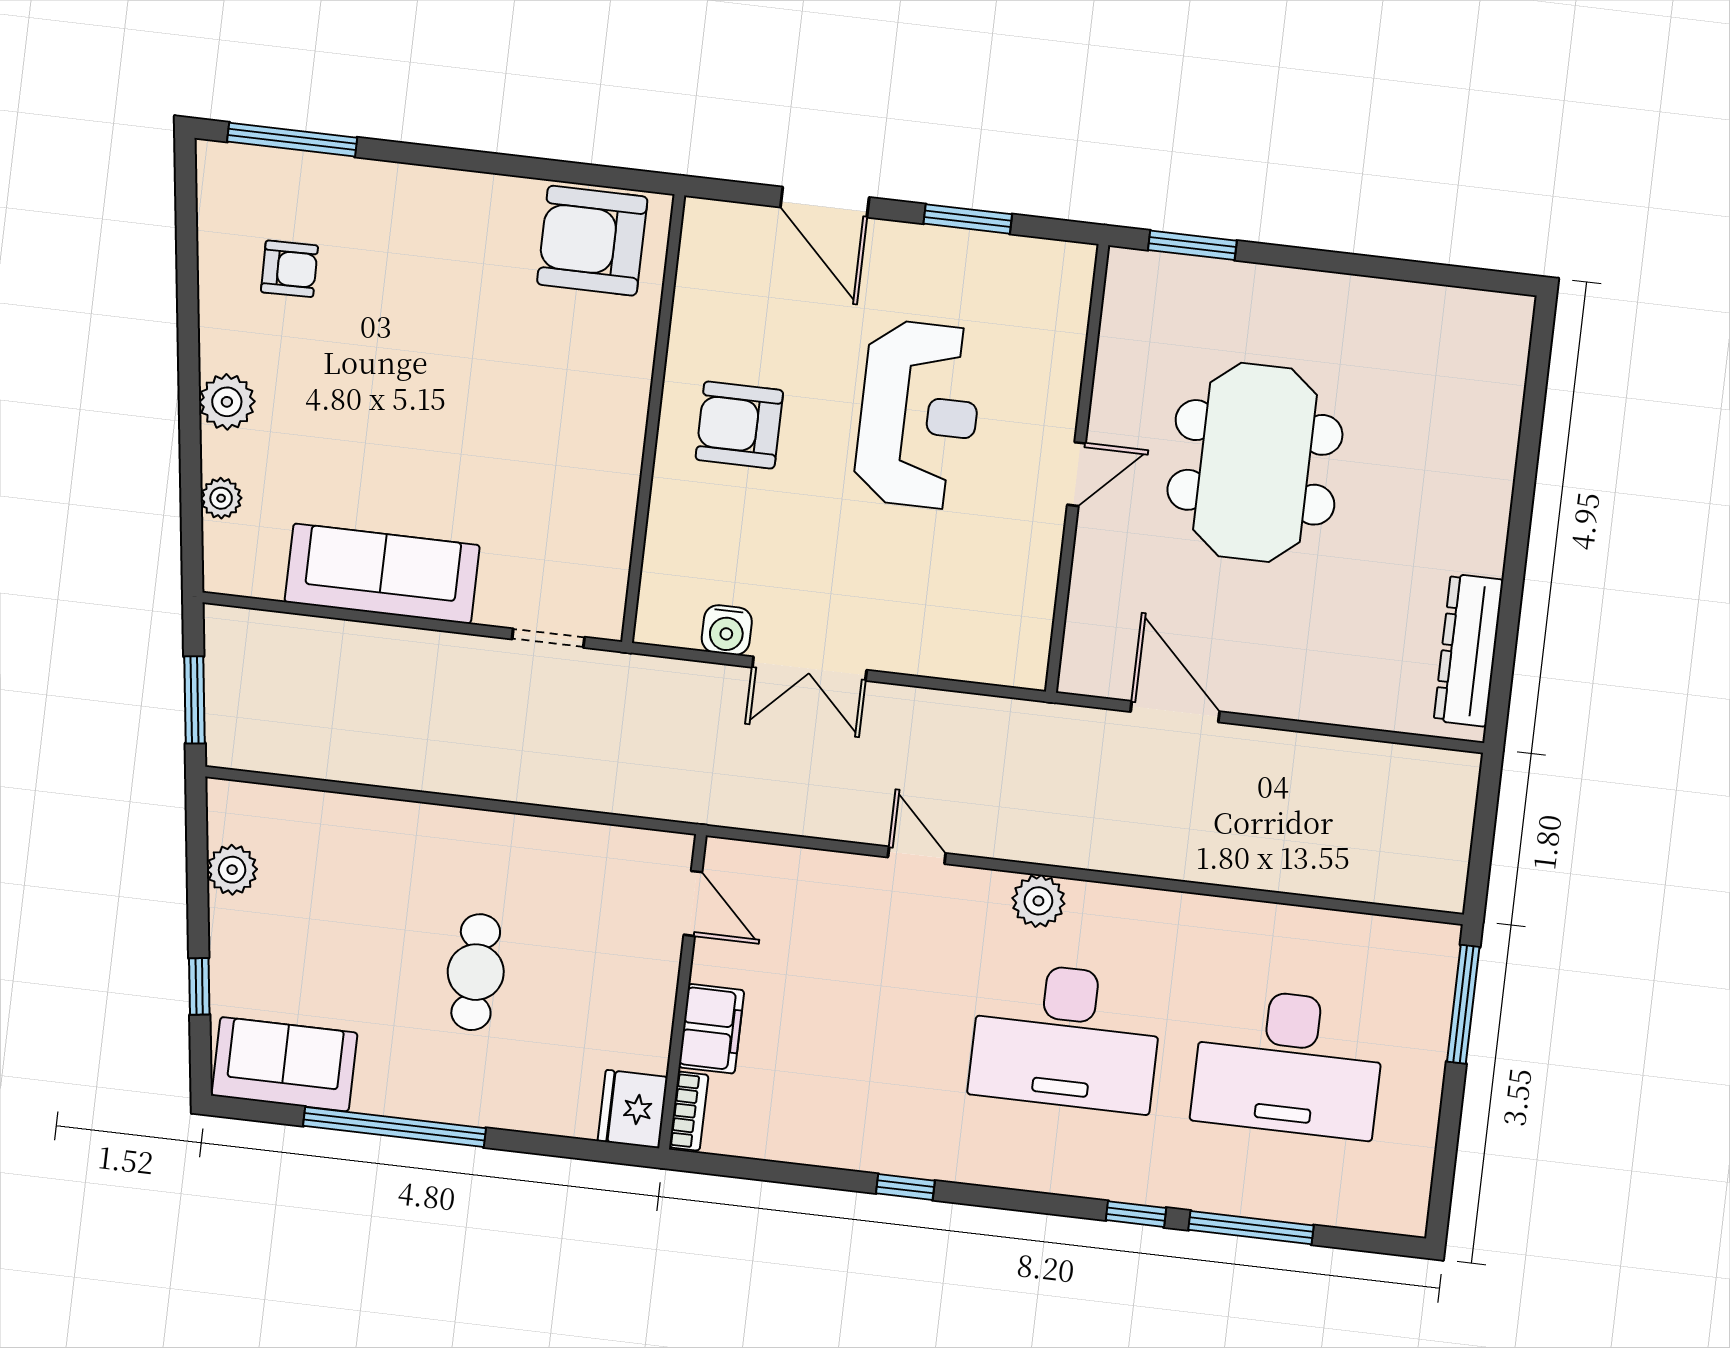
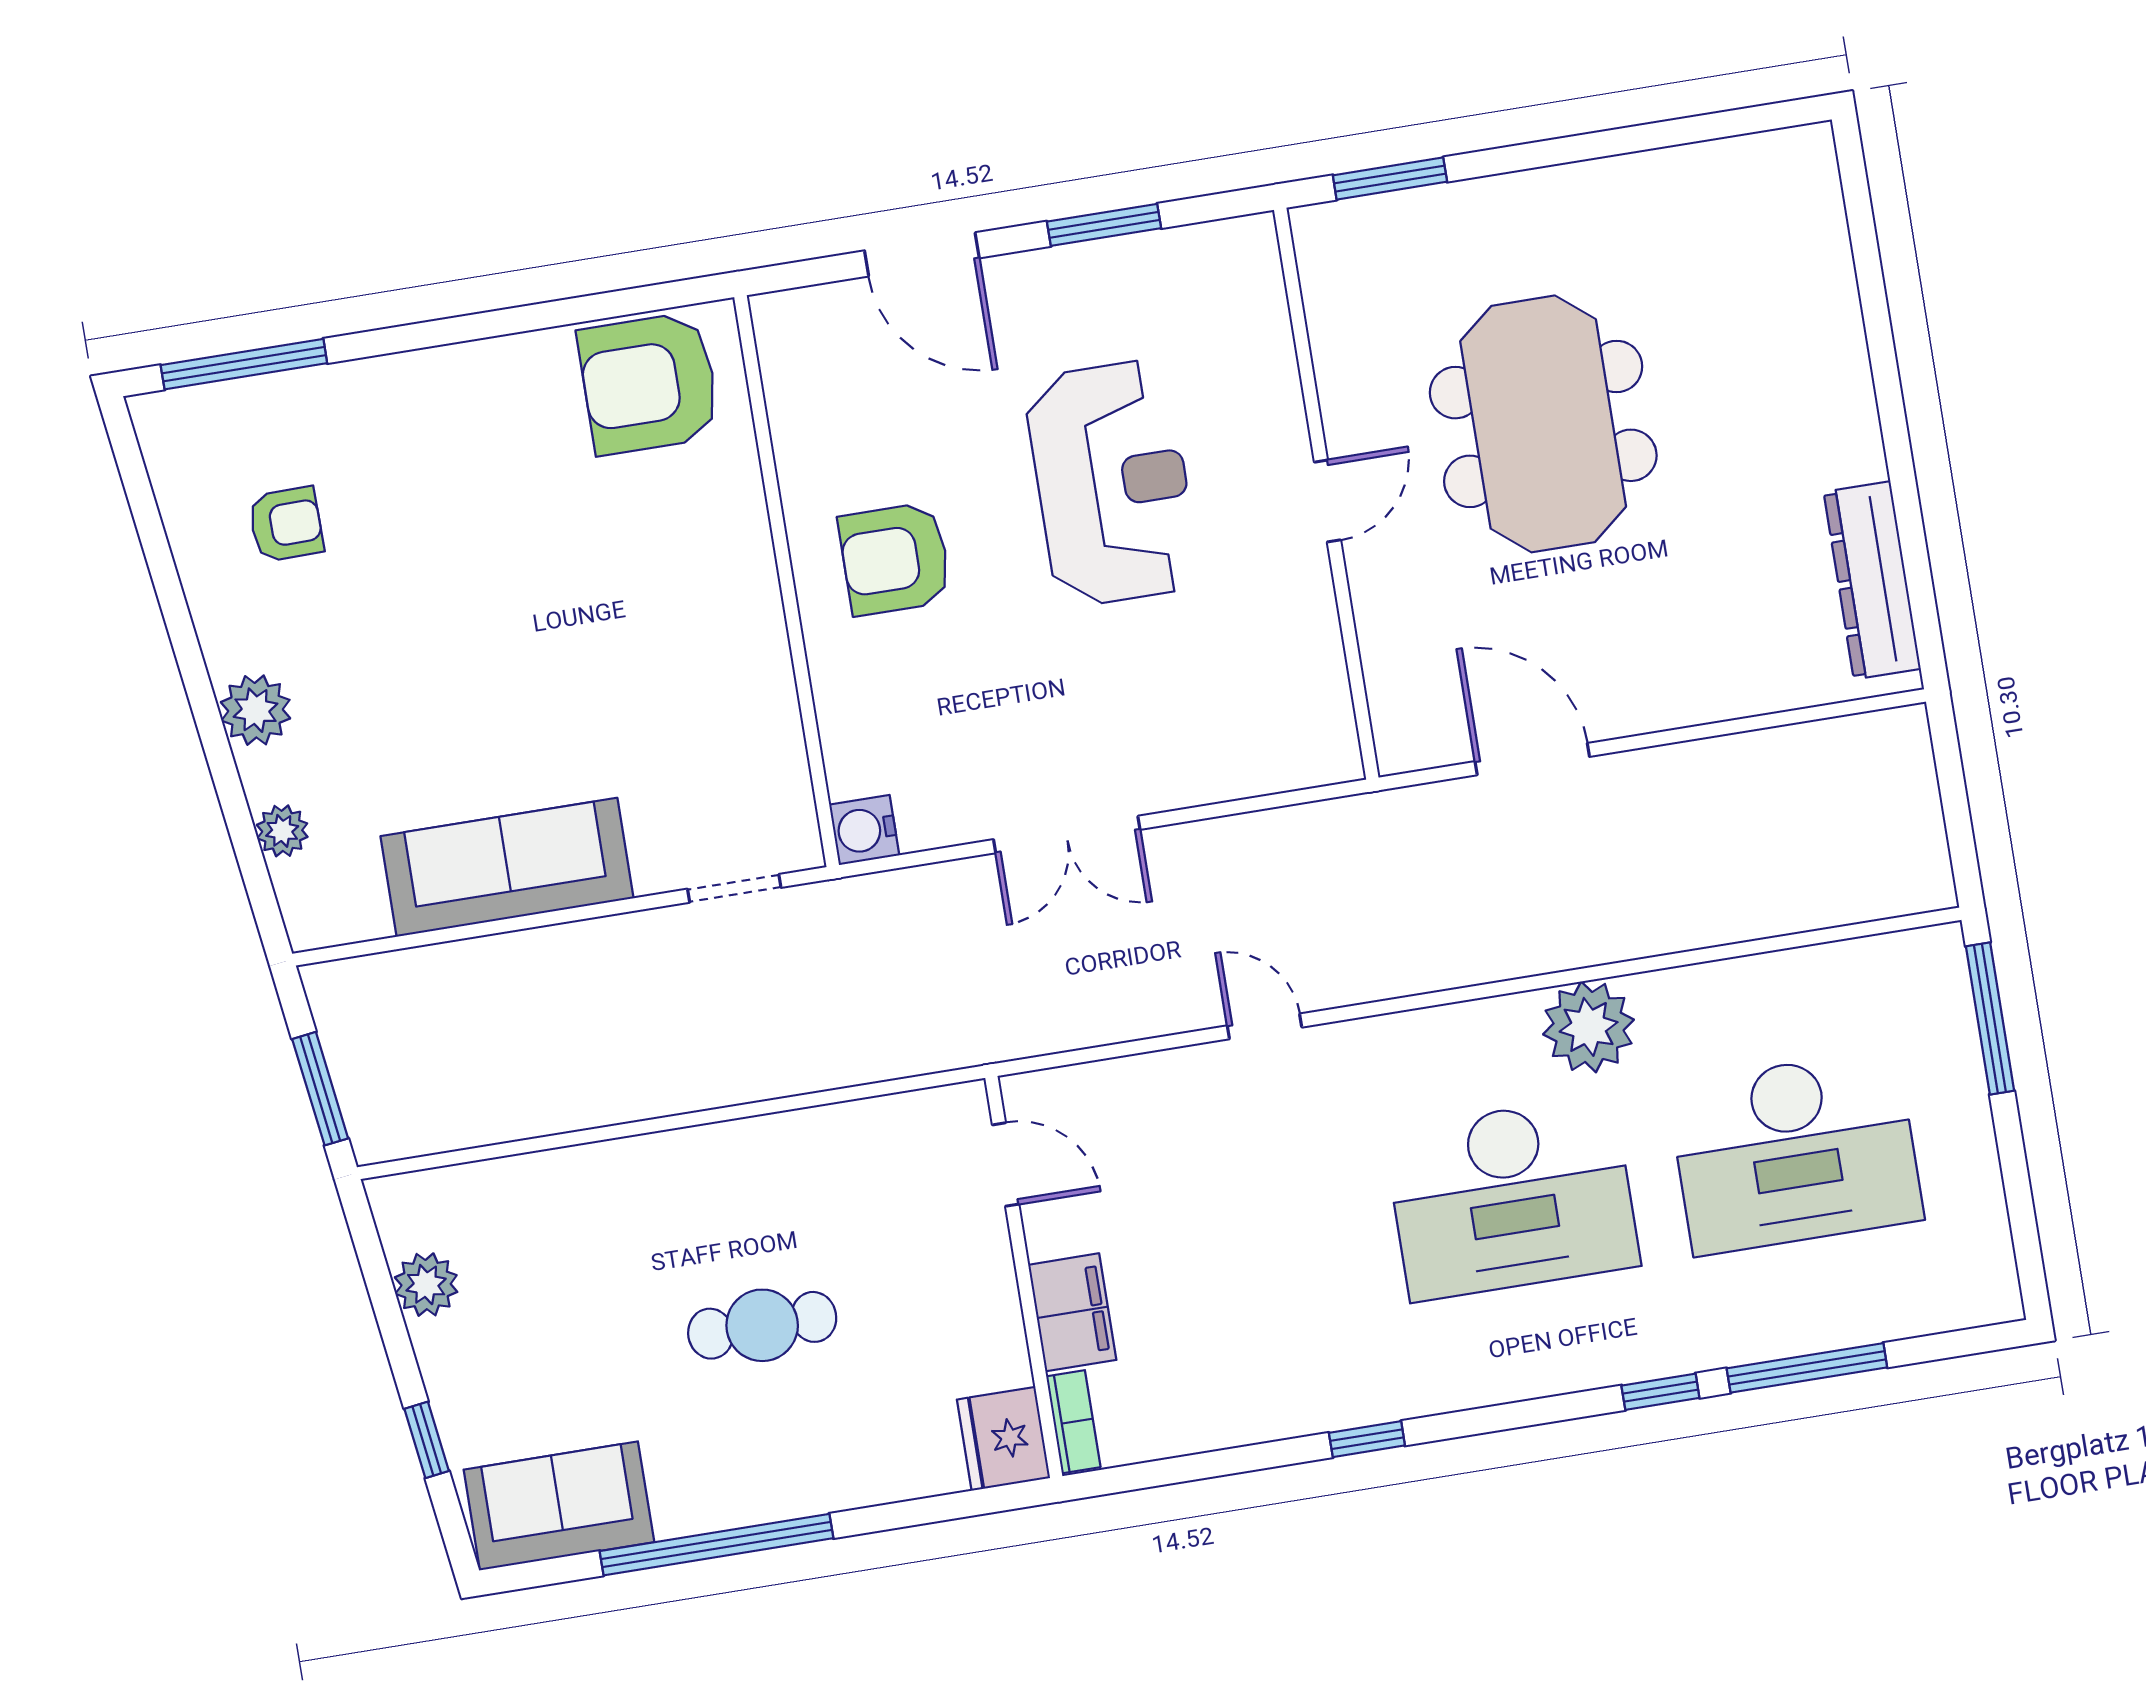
water cooler: (727, 630) -> (864, 830), moved, turned 90
plant: (1038, 901) -> (1589, 1027), moved, width x1.36, depth x1.36
cafe table: (476, 972) -> (762, 1325), turned 90

